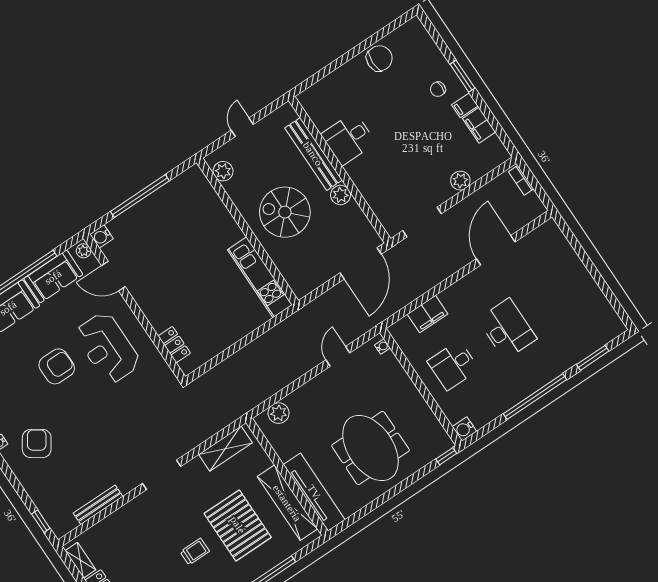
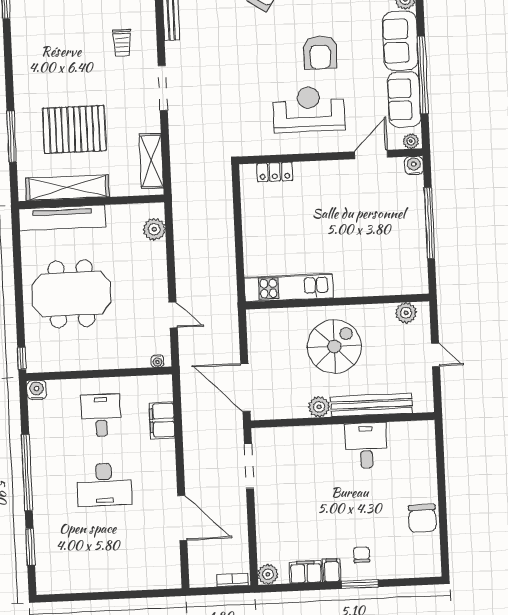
plant: (460, 181) -> (268, 574), moved
trolley: (195, 552) -> (122, 43), moved

